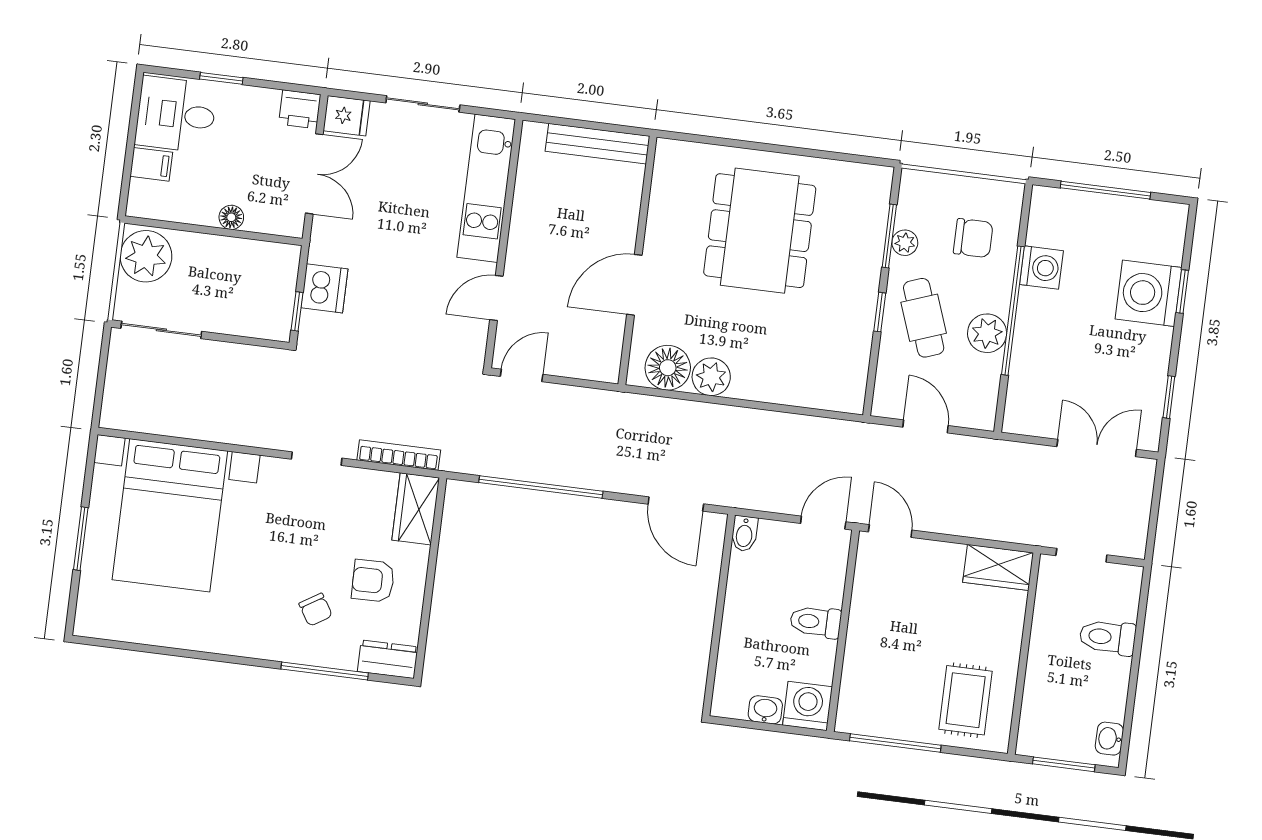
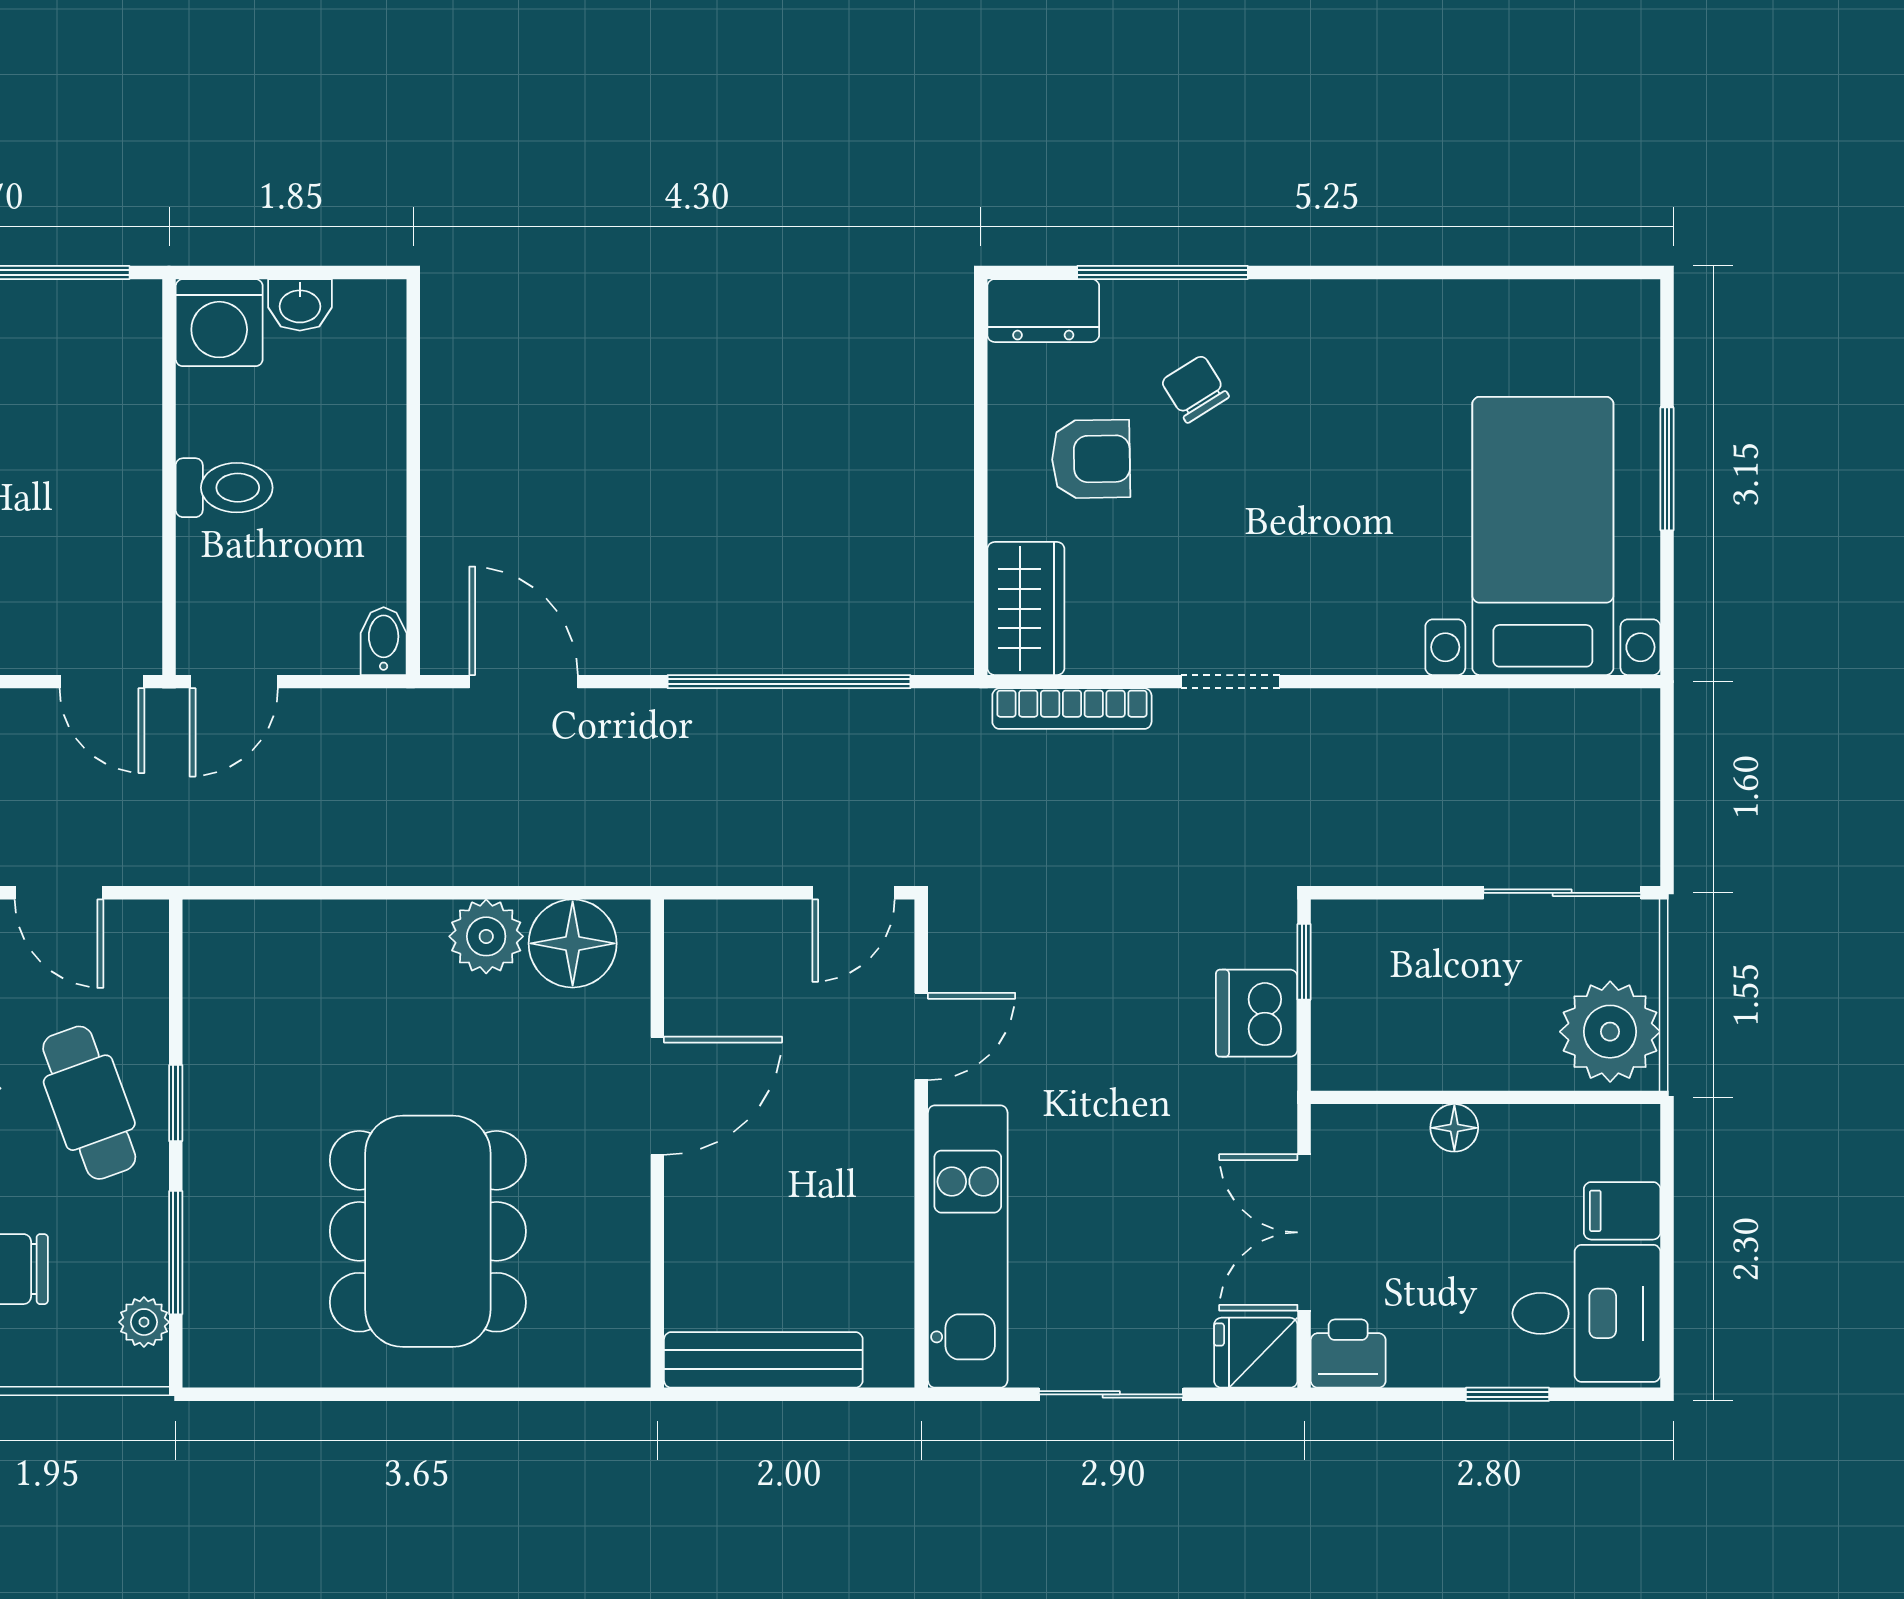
plant: (905, 243) -> (144, 1322), moved
bed with nightstands: (170, 515) -> (1543, 536), width x0.73

